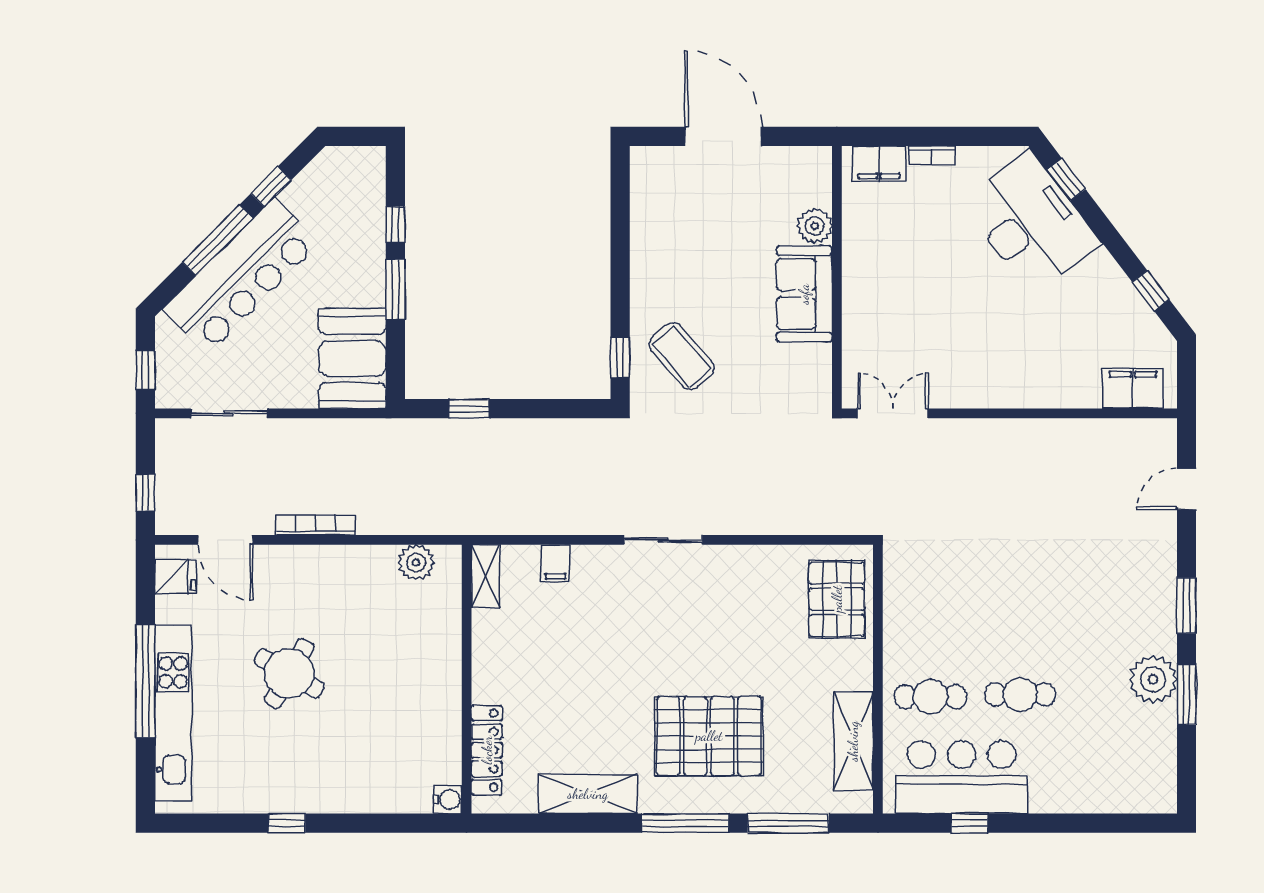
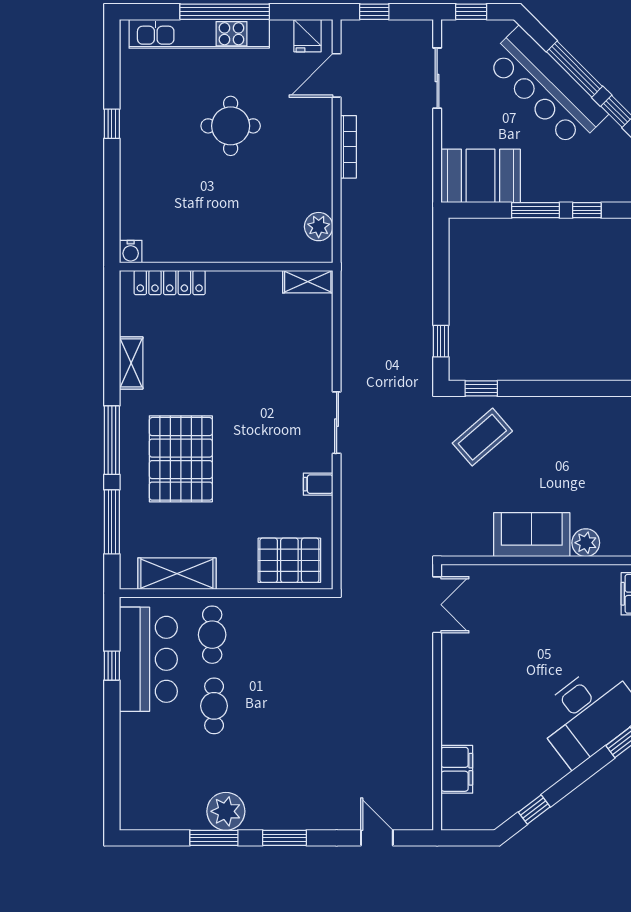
filing cabinet: (1133, 389) -> (457, 769), moved
window: (469, 409) -> (441, 341), moved
filing cabinet: (555, 563) -> (318, 484), moved
round table: (289, 673) -> (231, 126), turned -30
shelving: (588, 794) -> (131, 363), width x0.67, depth x0.75

